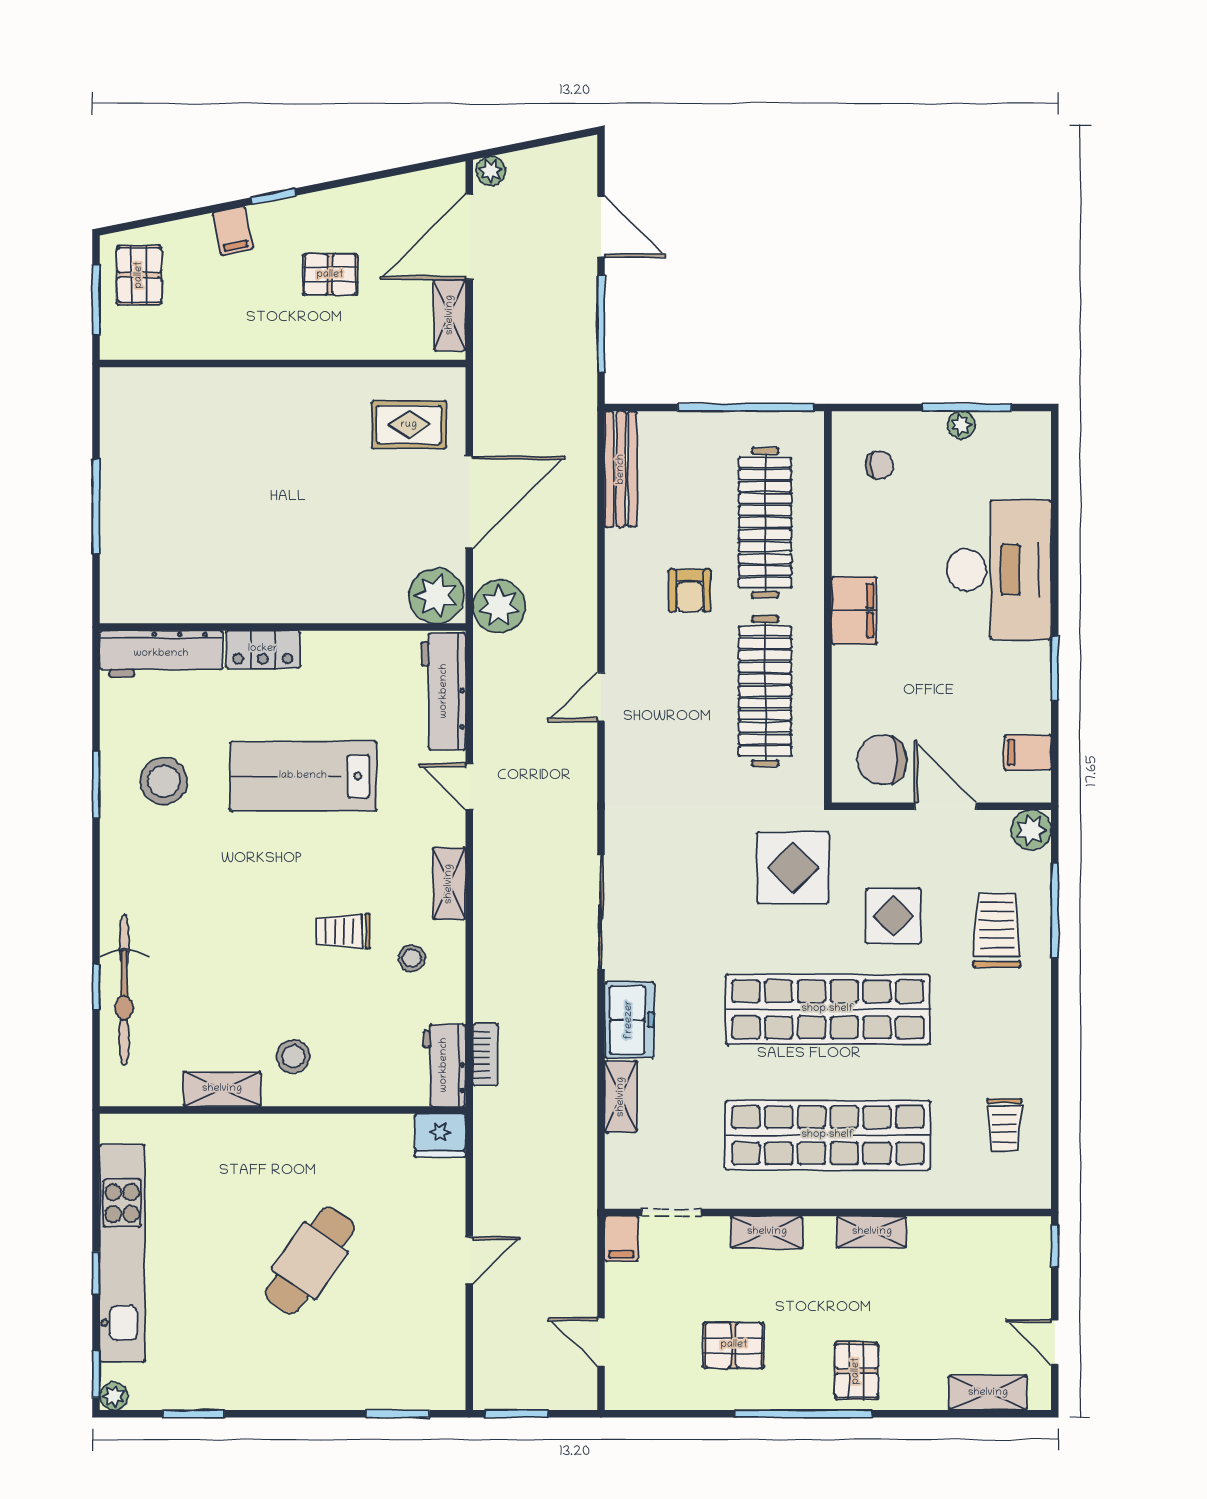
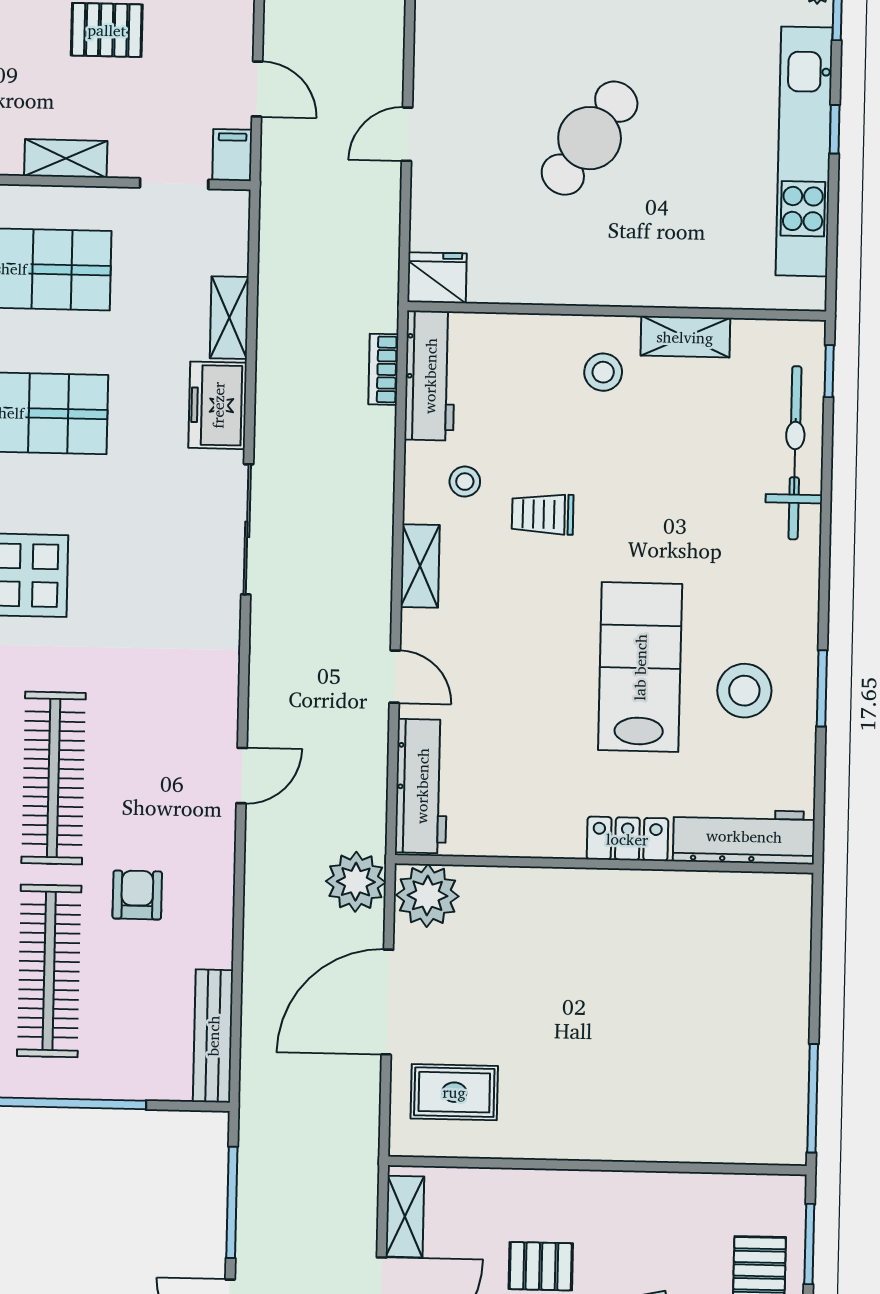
window: (96, 506) -> (813, 1098), moved
lab bench: (303, 776) -> (640, 667), moved, turned -90
trolley: (343, 931) -> (543, 514), turned 180
window: (96, 987) -> (829, 371), moved
workbench: (444, 1065) -> (430, 376), width x1.38
door: (601, 1342) -> (257, 89), moved

